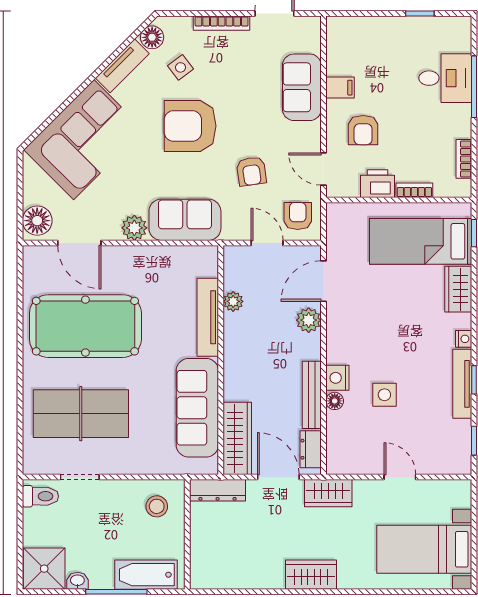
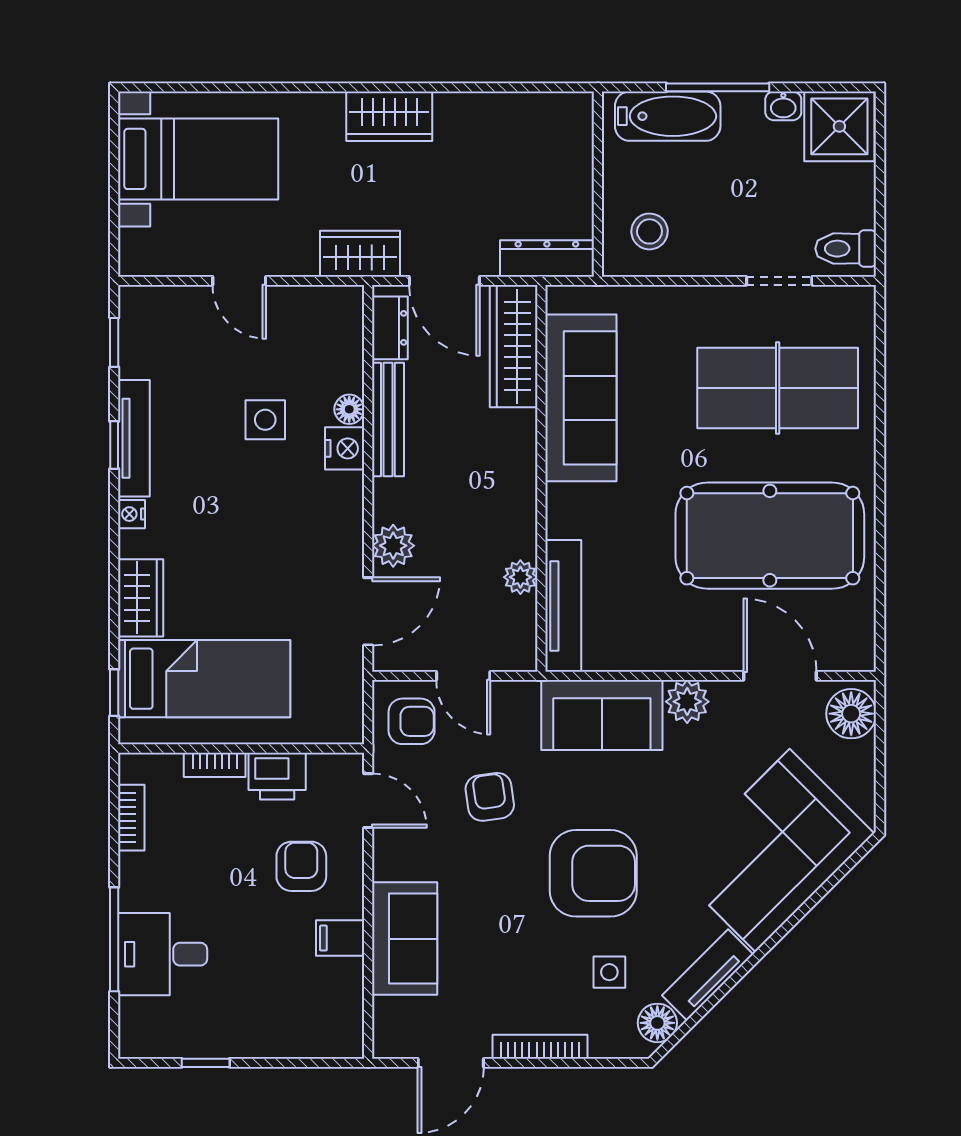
side table: (180, 67) -> (609, 972), turned 37
armchair: (298, 216) -> (412, 721), turned -90
tv unit: (208, 317) -> (563, 606), moved

